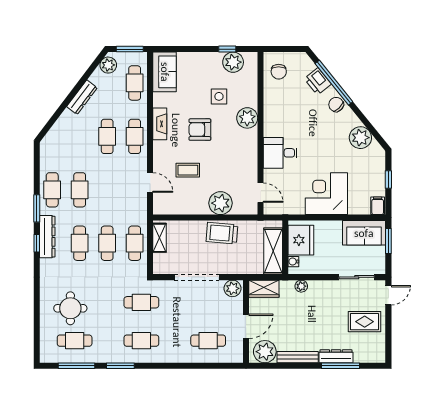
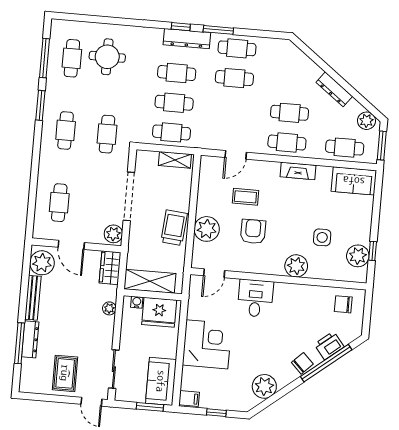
armchair: (200, 130) -> (253, 232), moved
coffee table: (188, 170) -> (245, 197), turned 90

